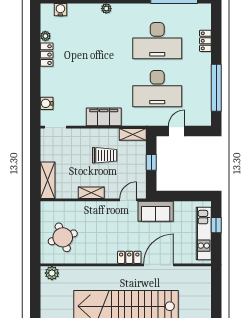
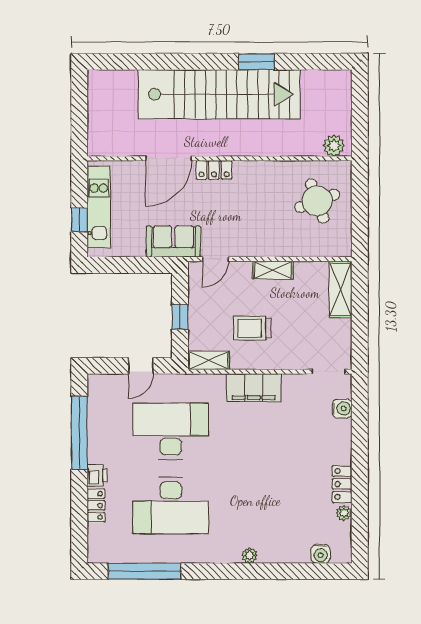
desk: (157, 41) -> (171, 506), turned 180
printer: (205, 60) -> (97, 475), added

